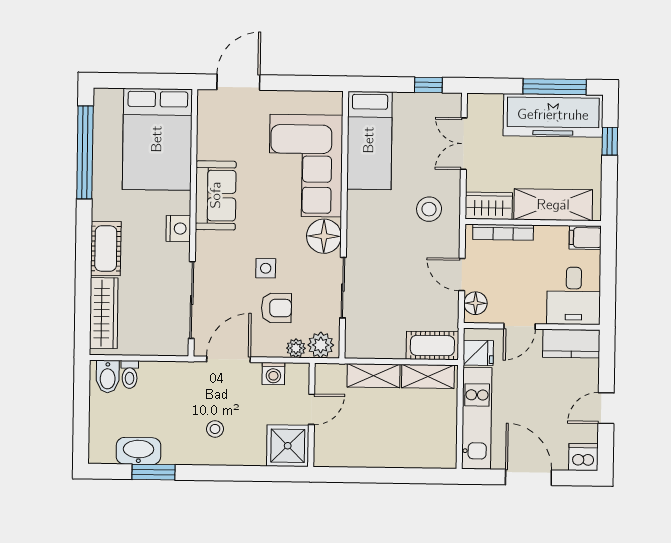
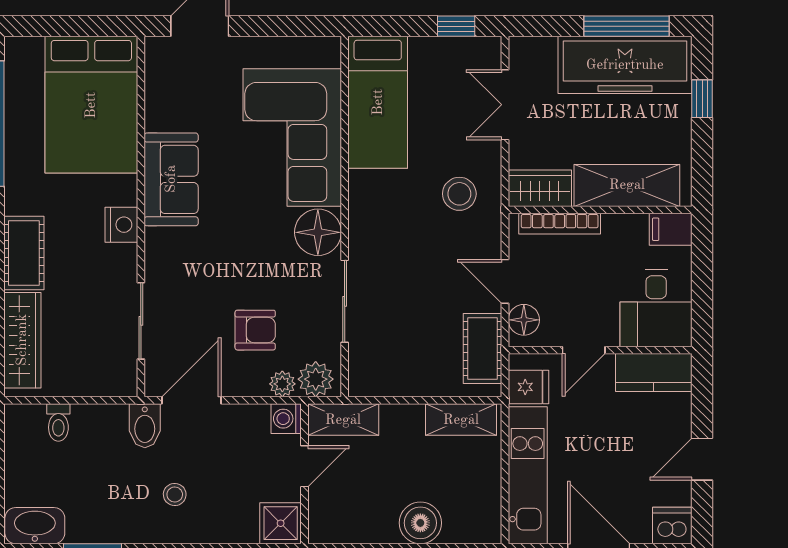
side table: (266, 268) -> (240, 277), removed
sliding door: (192, 300) -> (141, 321), width x0.73
cot: (432, 346) -> (483, 349), moved, turned 90
washing machine: (273, 374) -> (286, 419), moved, turned 90
shelving: (374, 376) -> (343, 420), moved
bidet: (108, 377) -> (145, 426), moved
shower: (288, 446) -> (281, 523), width x0.73, depth x0.73
washbasin: (138, 451) -> (35, 526), moved
boiler: (397, 453) -> (420, 523), added

